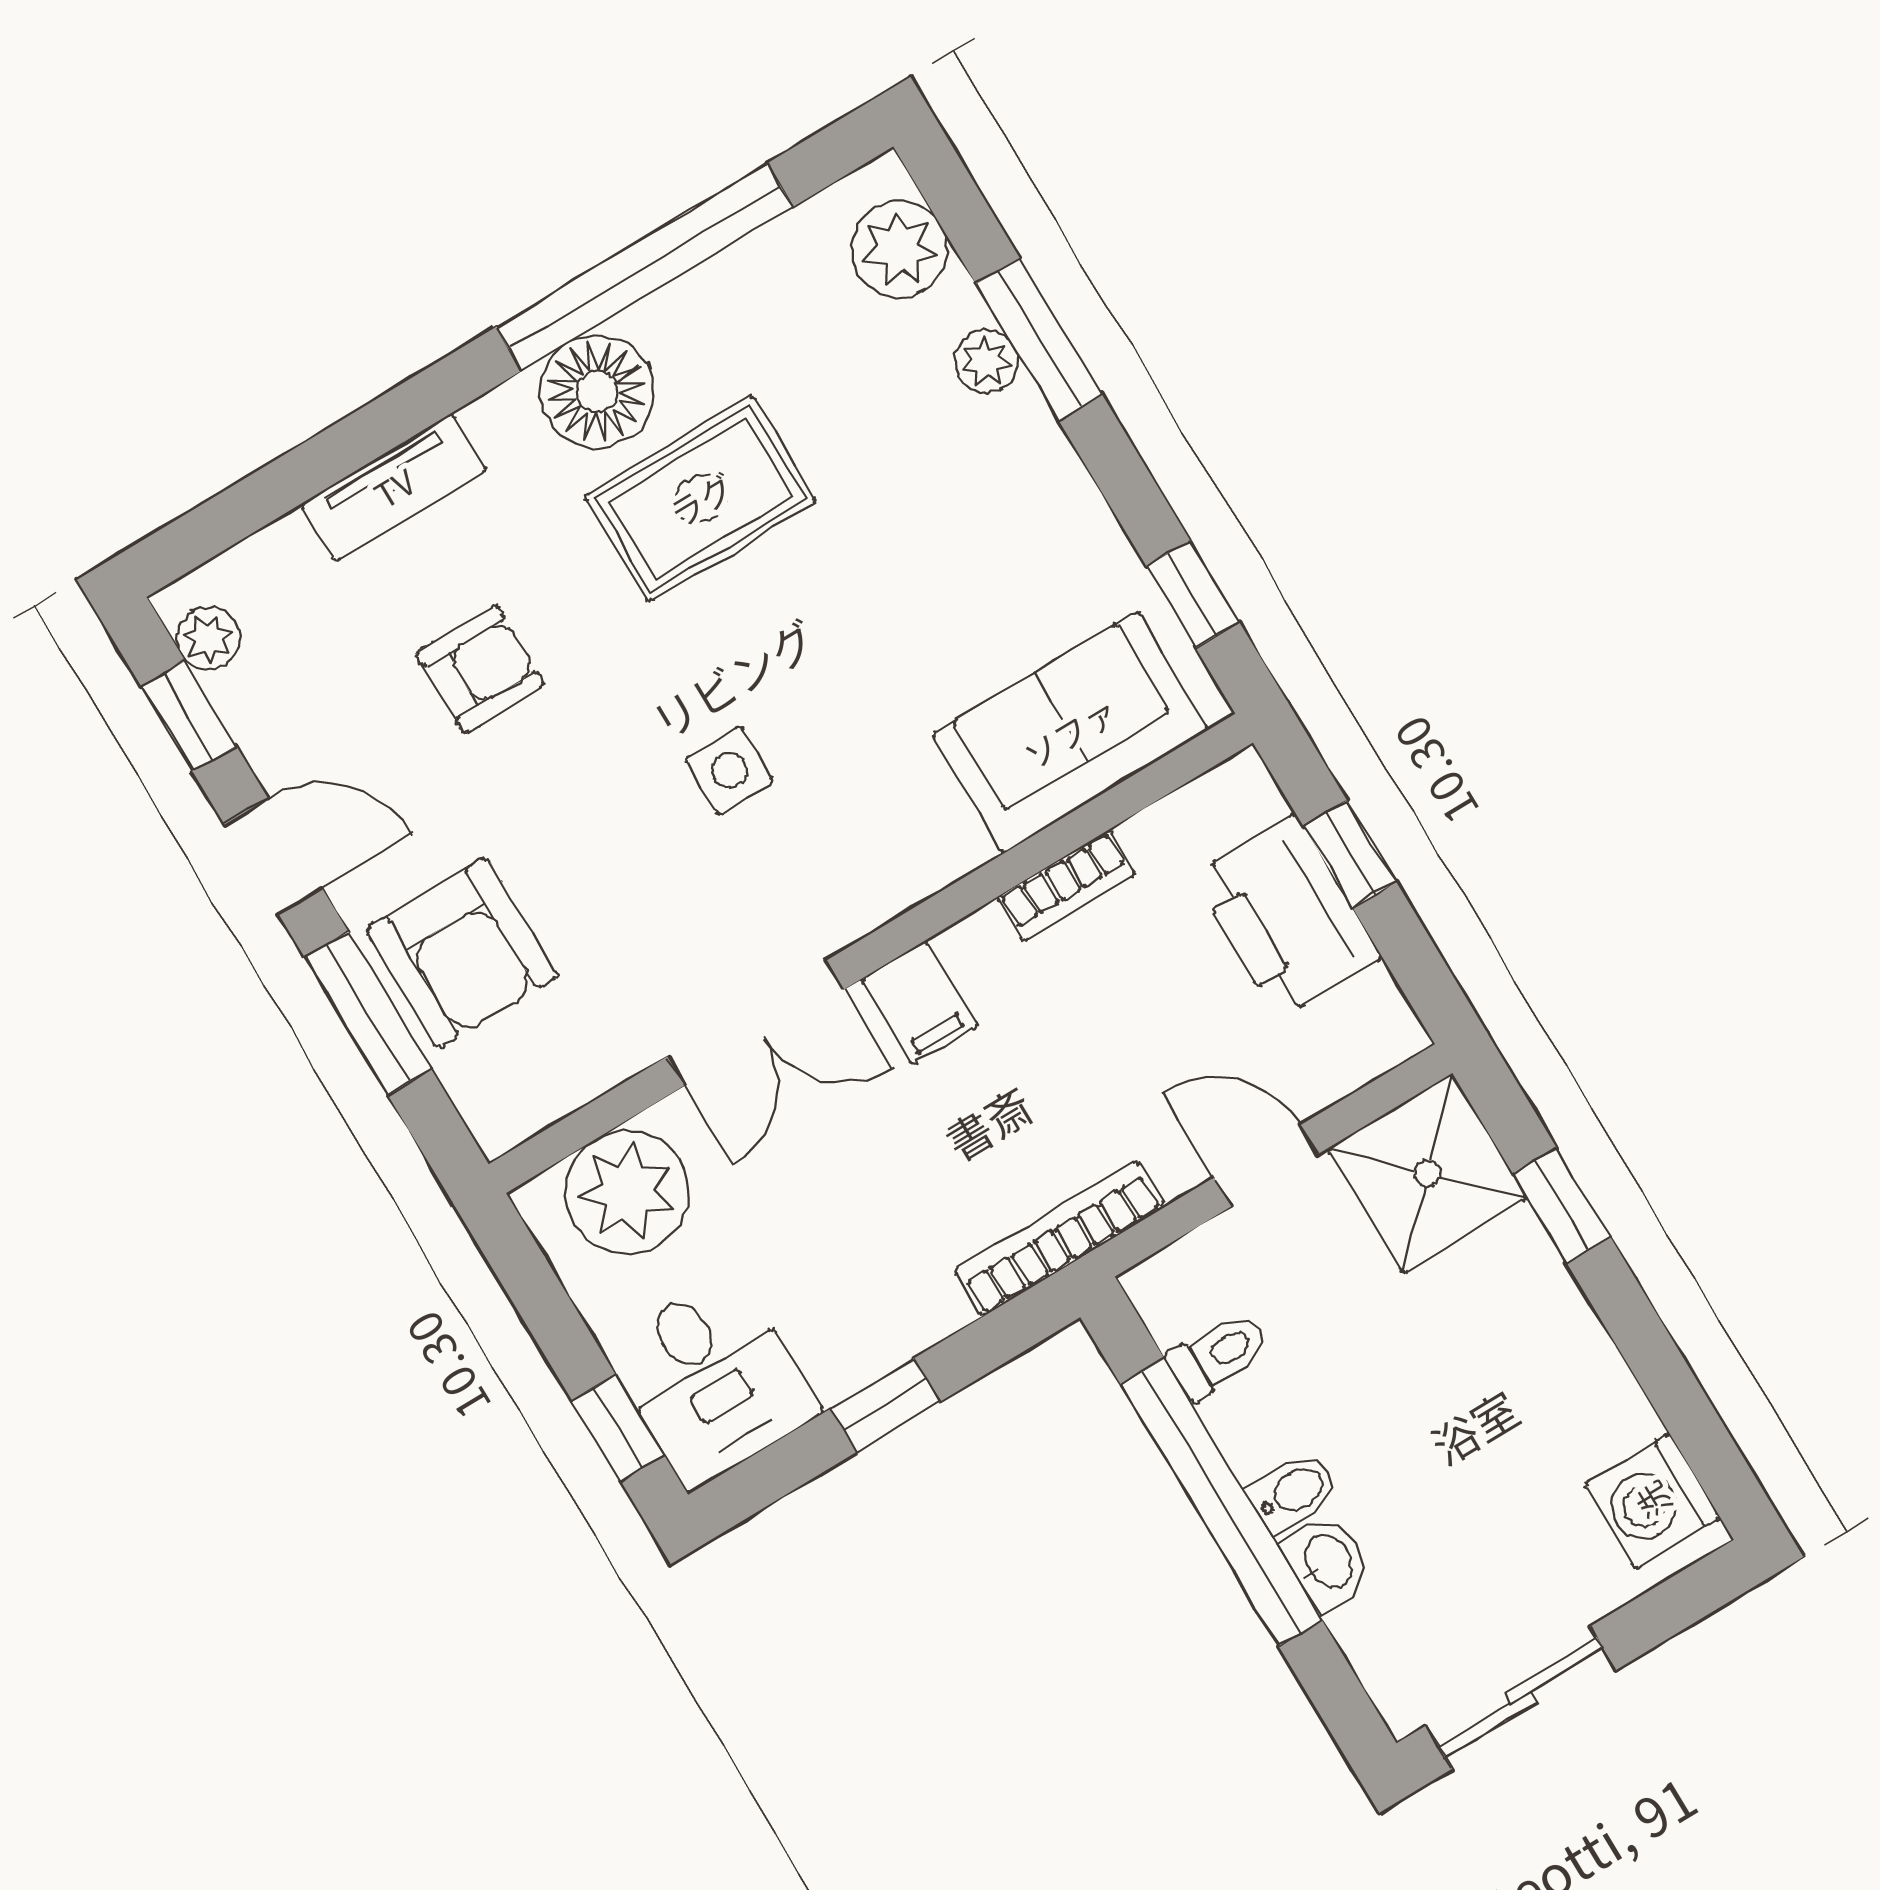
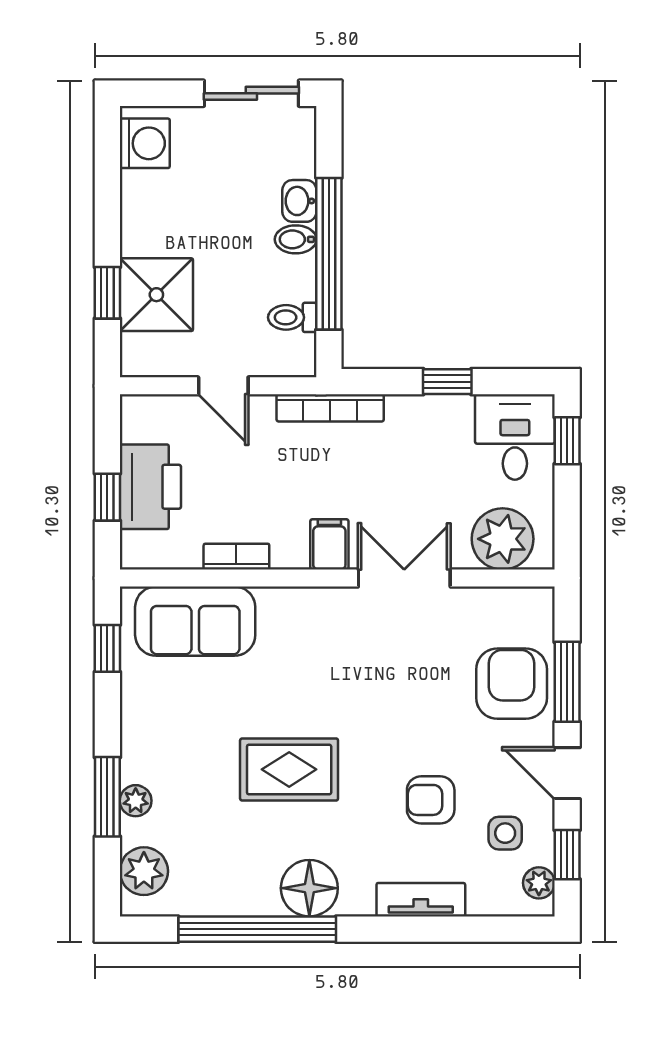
rug: (701, 499) -> (289, 769), moved
side table: (729, 770) -> (505, 833), moved
shower: (1427, 1173) -> (156, 295), moved

